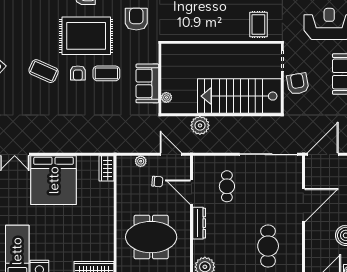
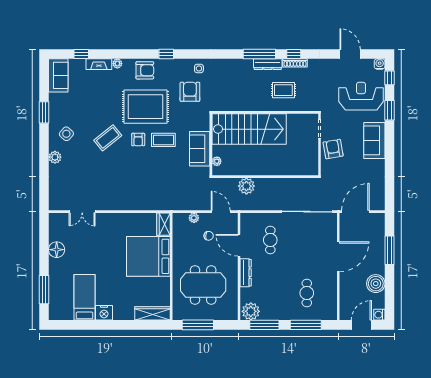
rug: (258, 24) -> (283, 90), moved, turned 90
coffee table: (44, 71) -> (108, 138), turned -63
stairs: (239, 96) -> (249, 129), moved, turned 180
bed: (54, 180) -> (148, 256), moved, turned 90
cafe table: (268, 246) -> (307, 293), width x0.73, depth x0.74

